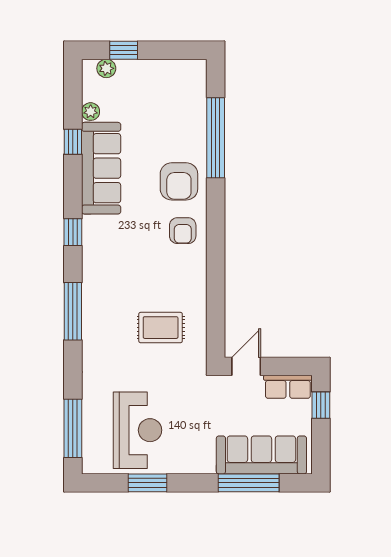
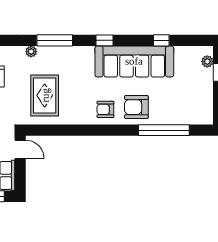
plant: (91, 112) -> (31, 52), moved
sofa: (101, 168) -> (134, 61), width x1.36, depth x1.27
rug: (161, 328) -> (45, 95), width x1.36, depth x1.43

